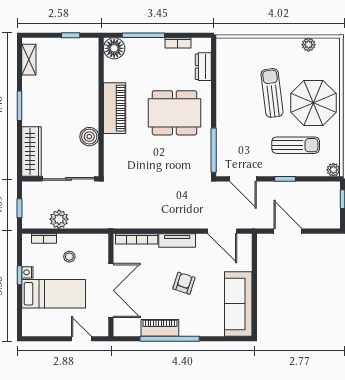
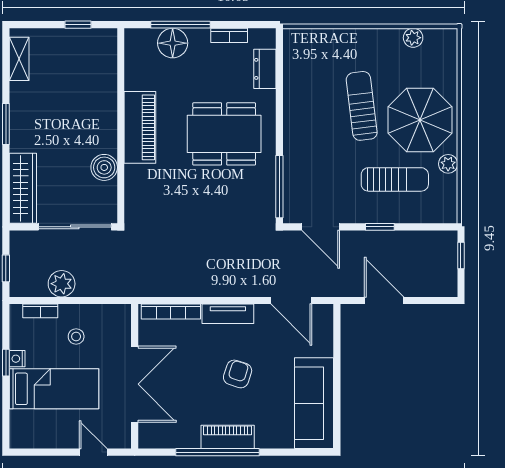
floor lamp: (114, 48) -> (173, 43), moved
plant: (333, 170) -> (448, 164), moved
piano: (160, 328) -> (228, 437), moved

